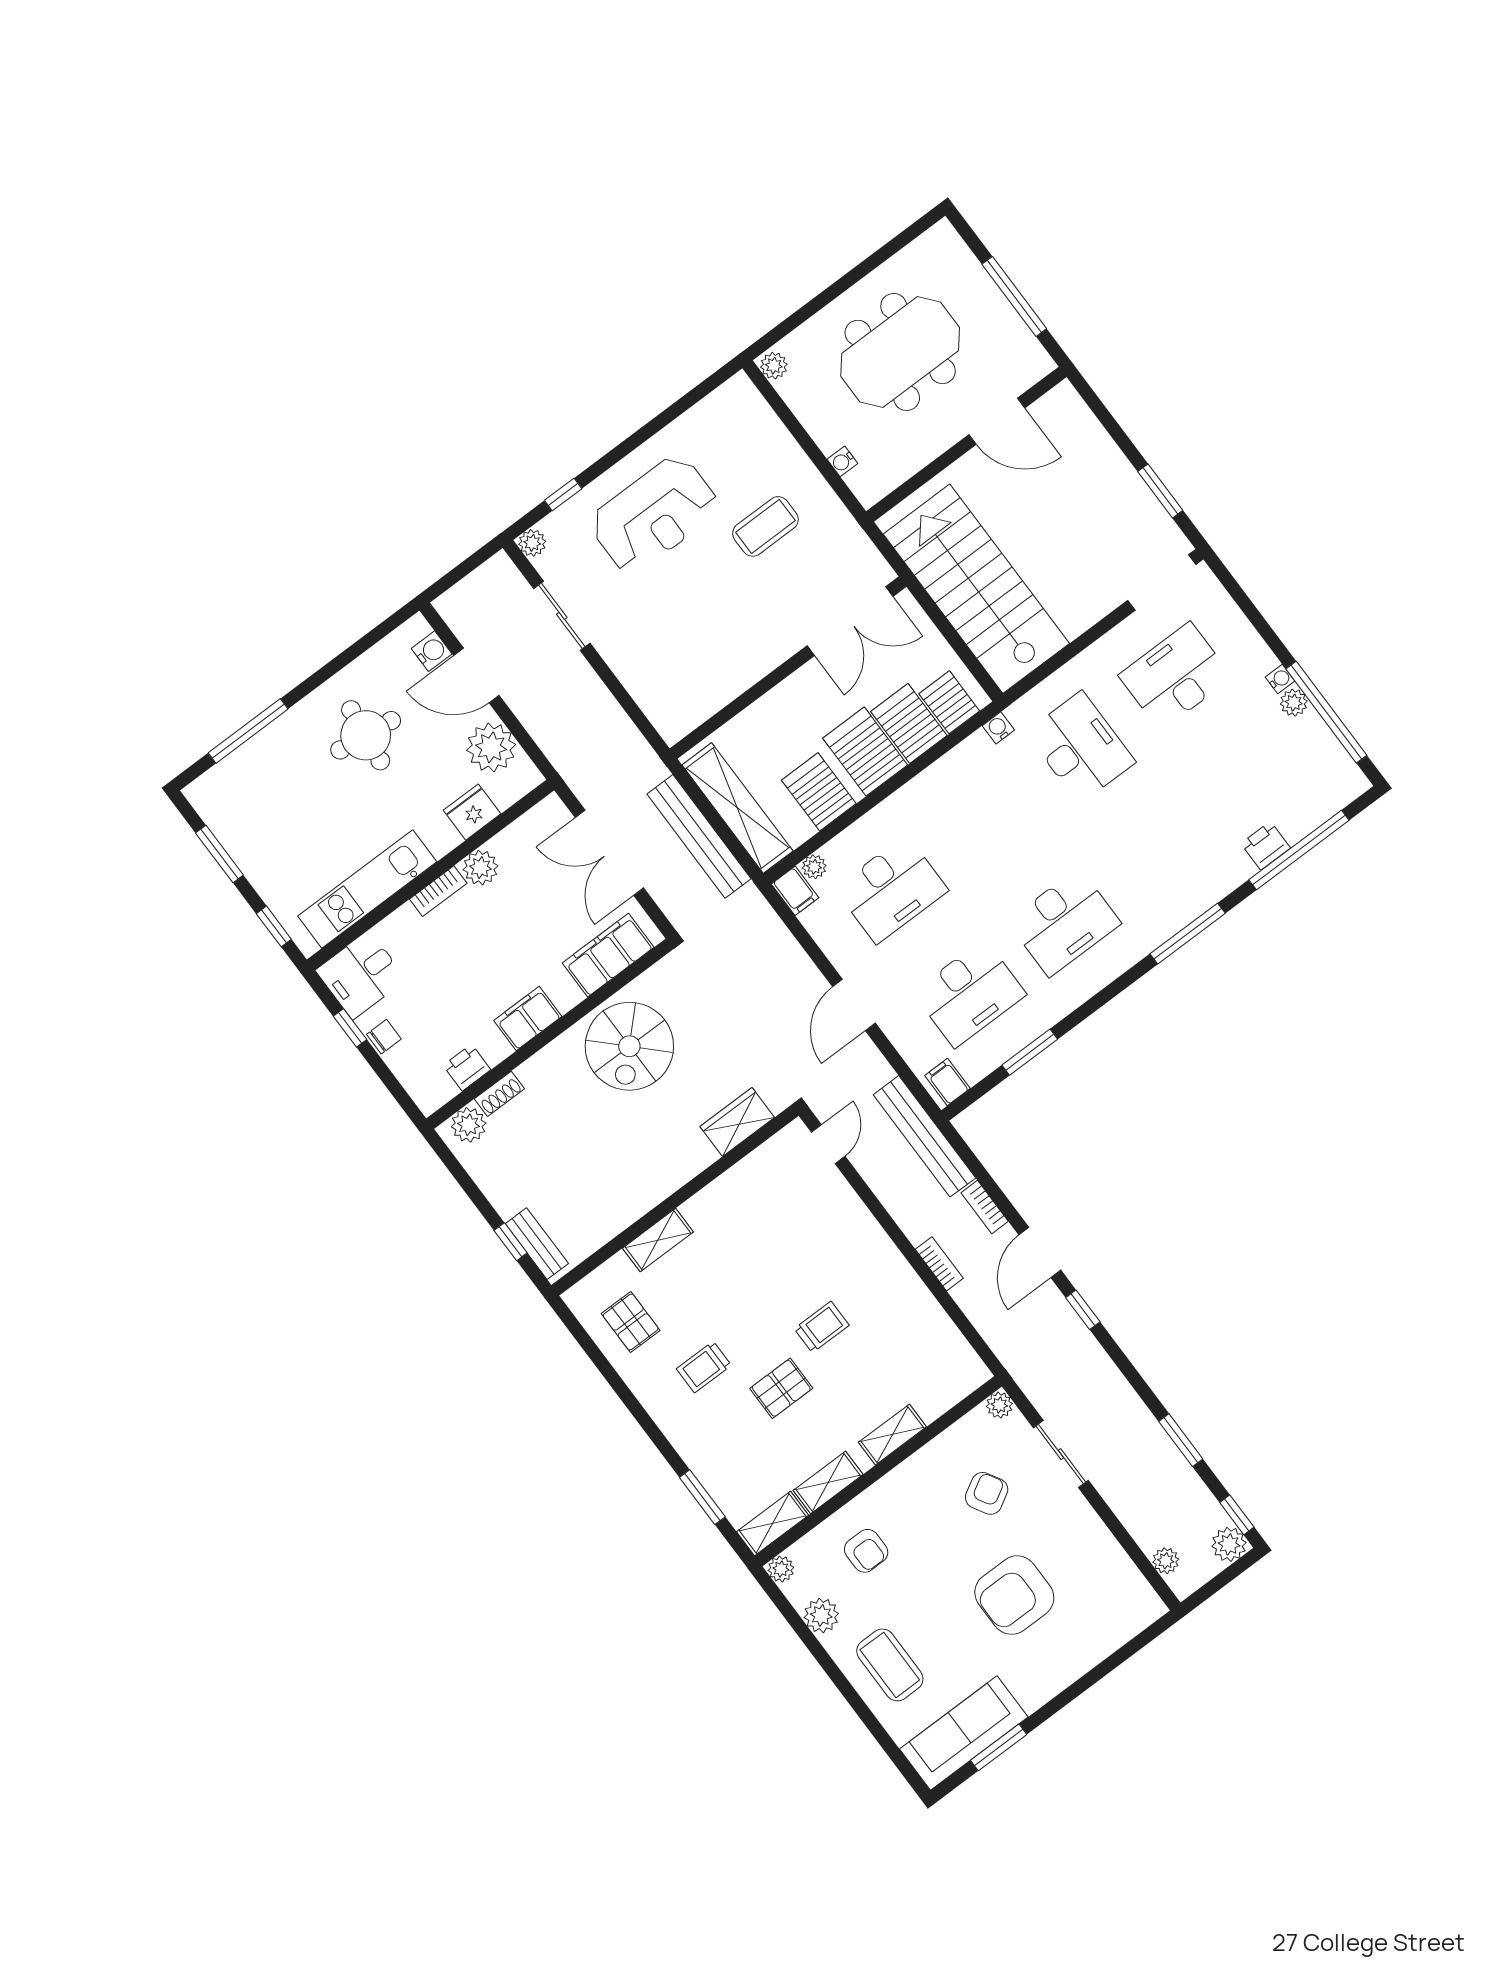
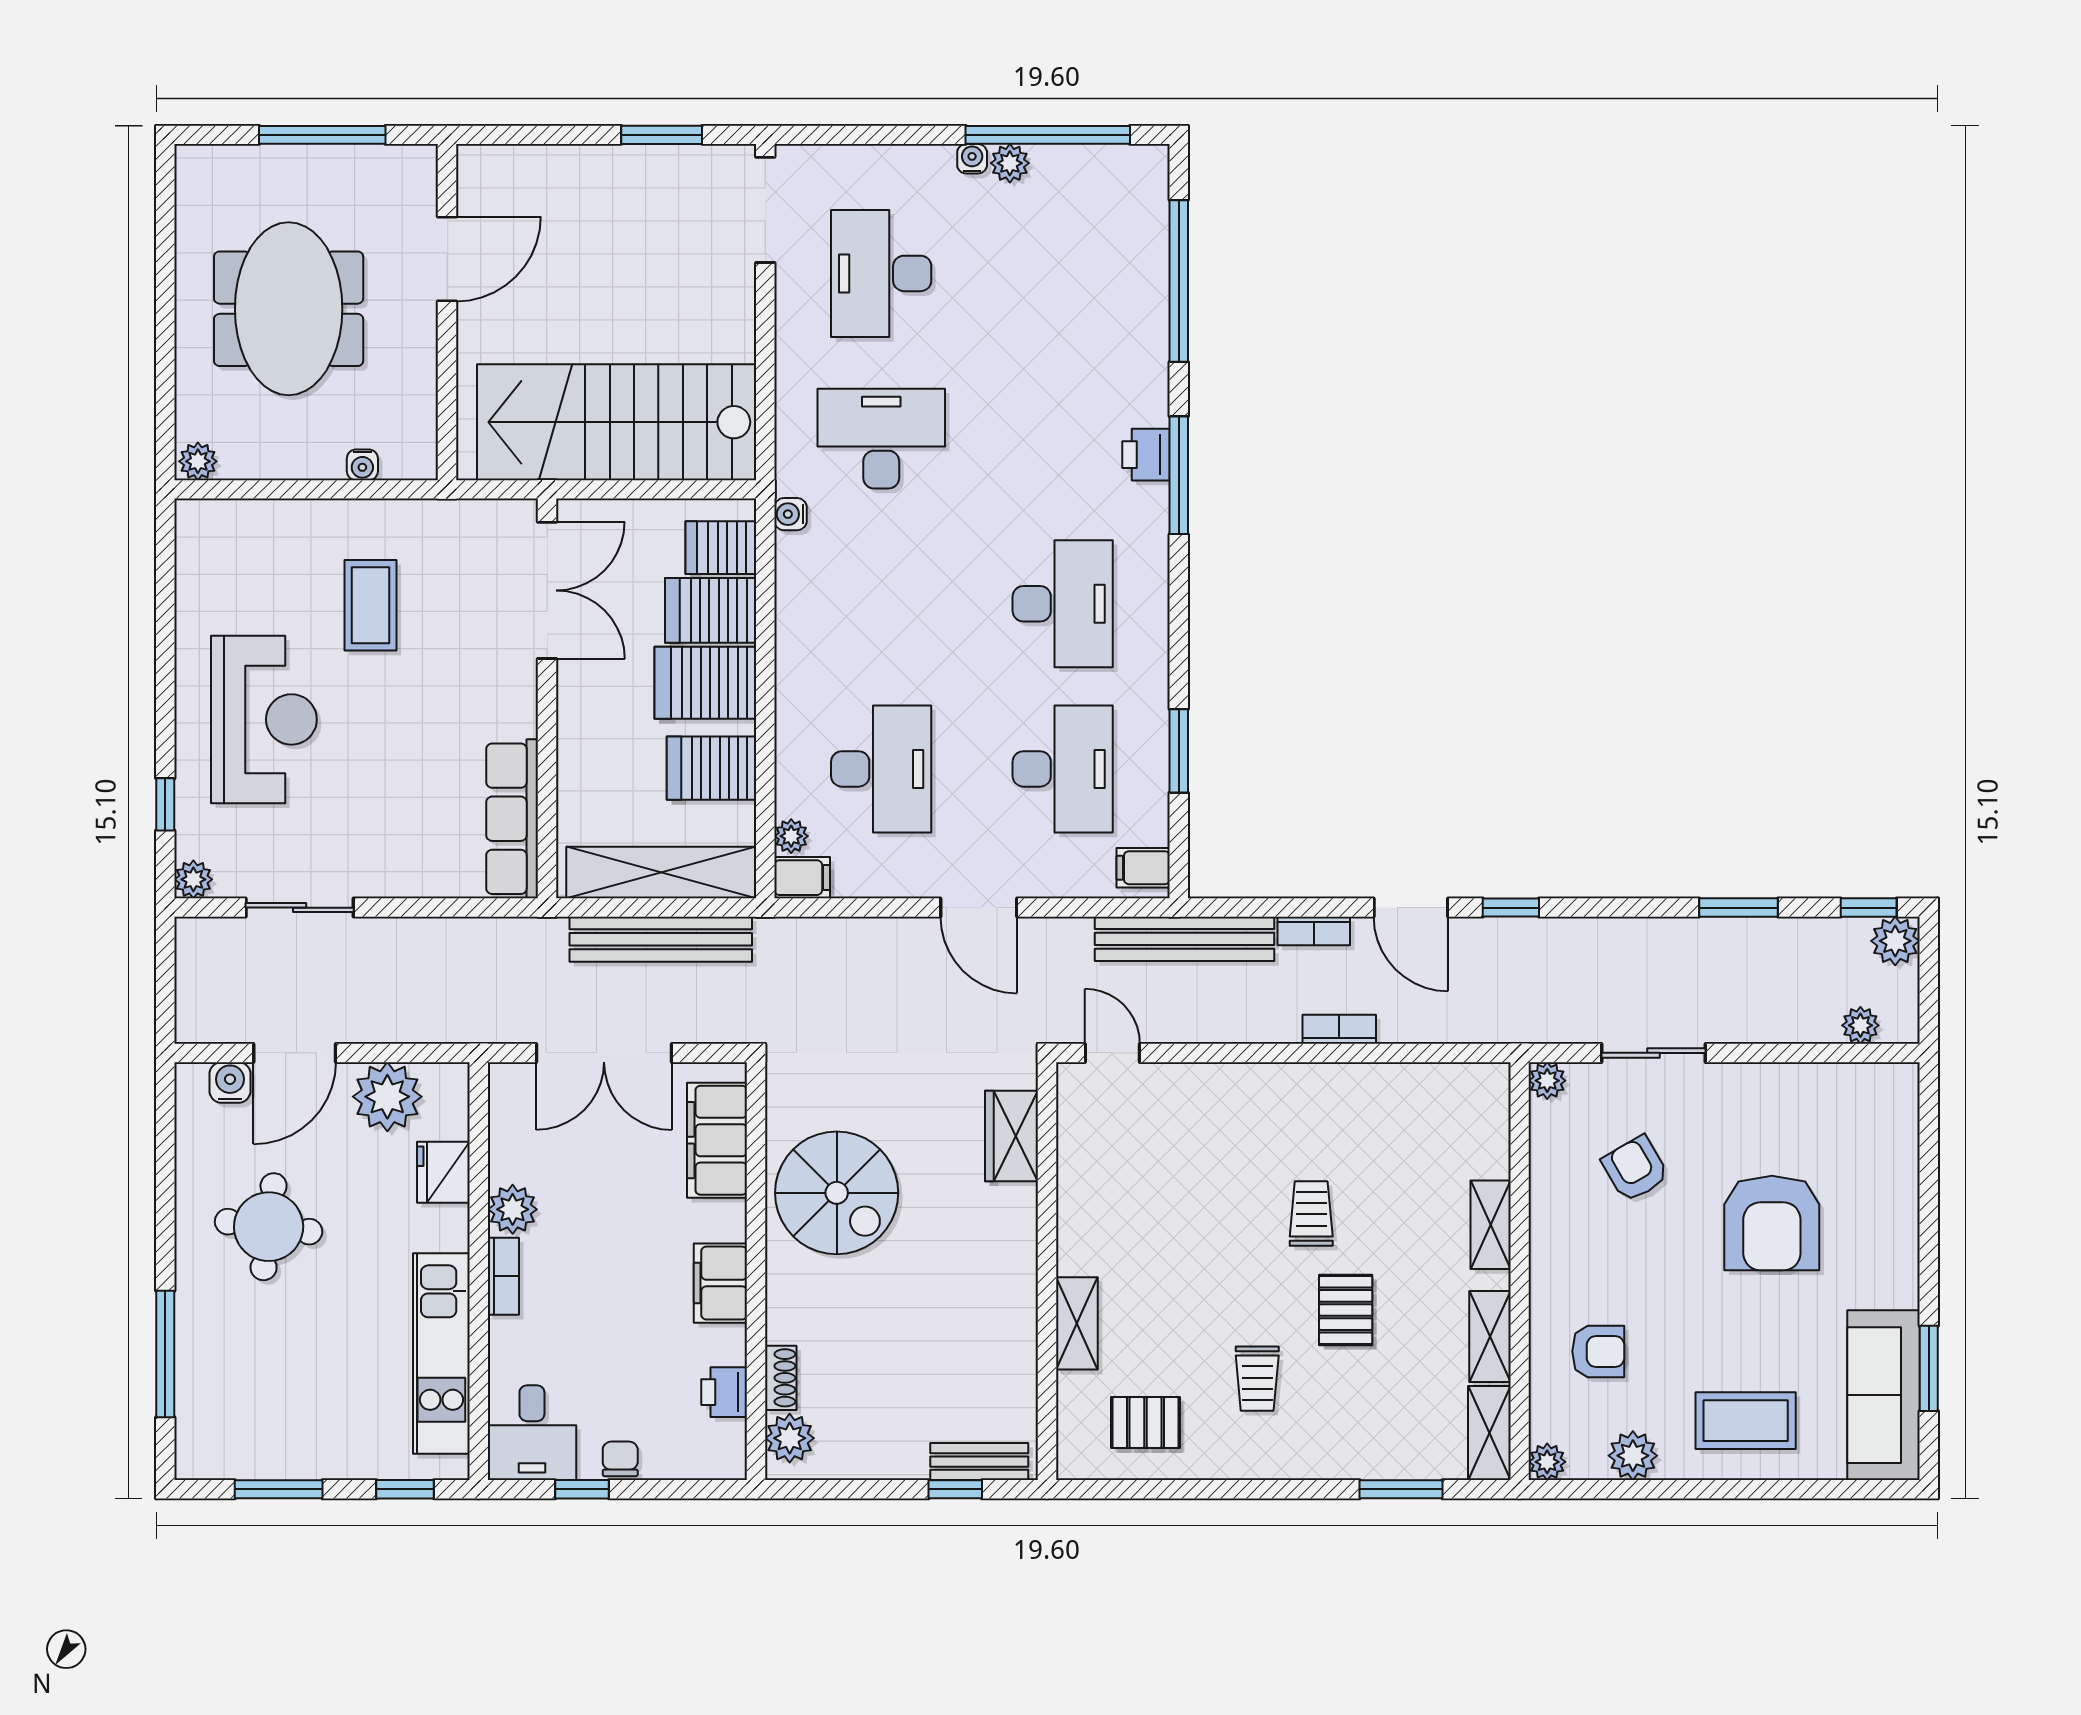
row of seats: (704, 699) -> (512, 819), added
printer: (1266, 846) -> (1146, 455), moved

